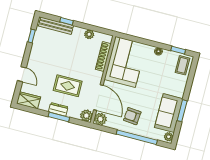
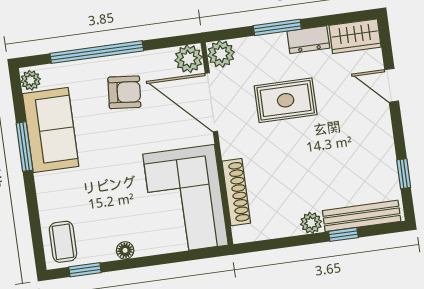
plant: (89, 34) -> (311, 223), moved
dresser: (58, 109) -> (308, 40), moved

